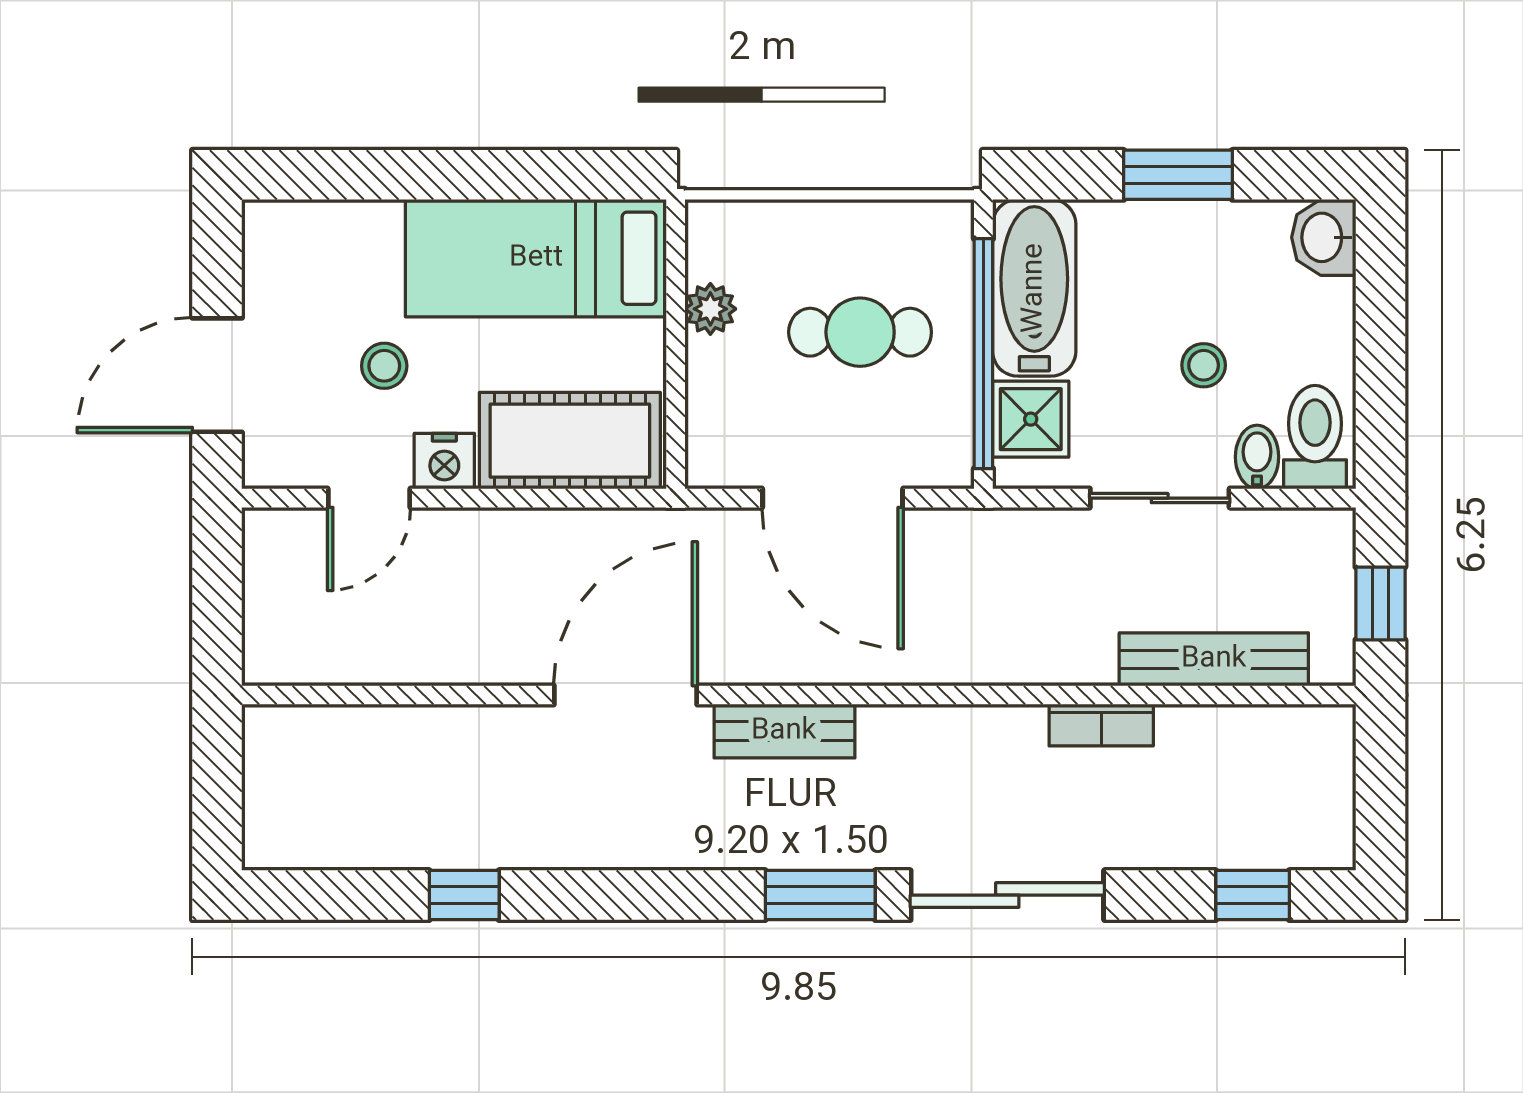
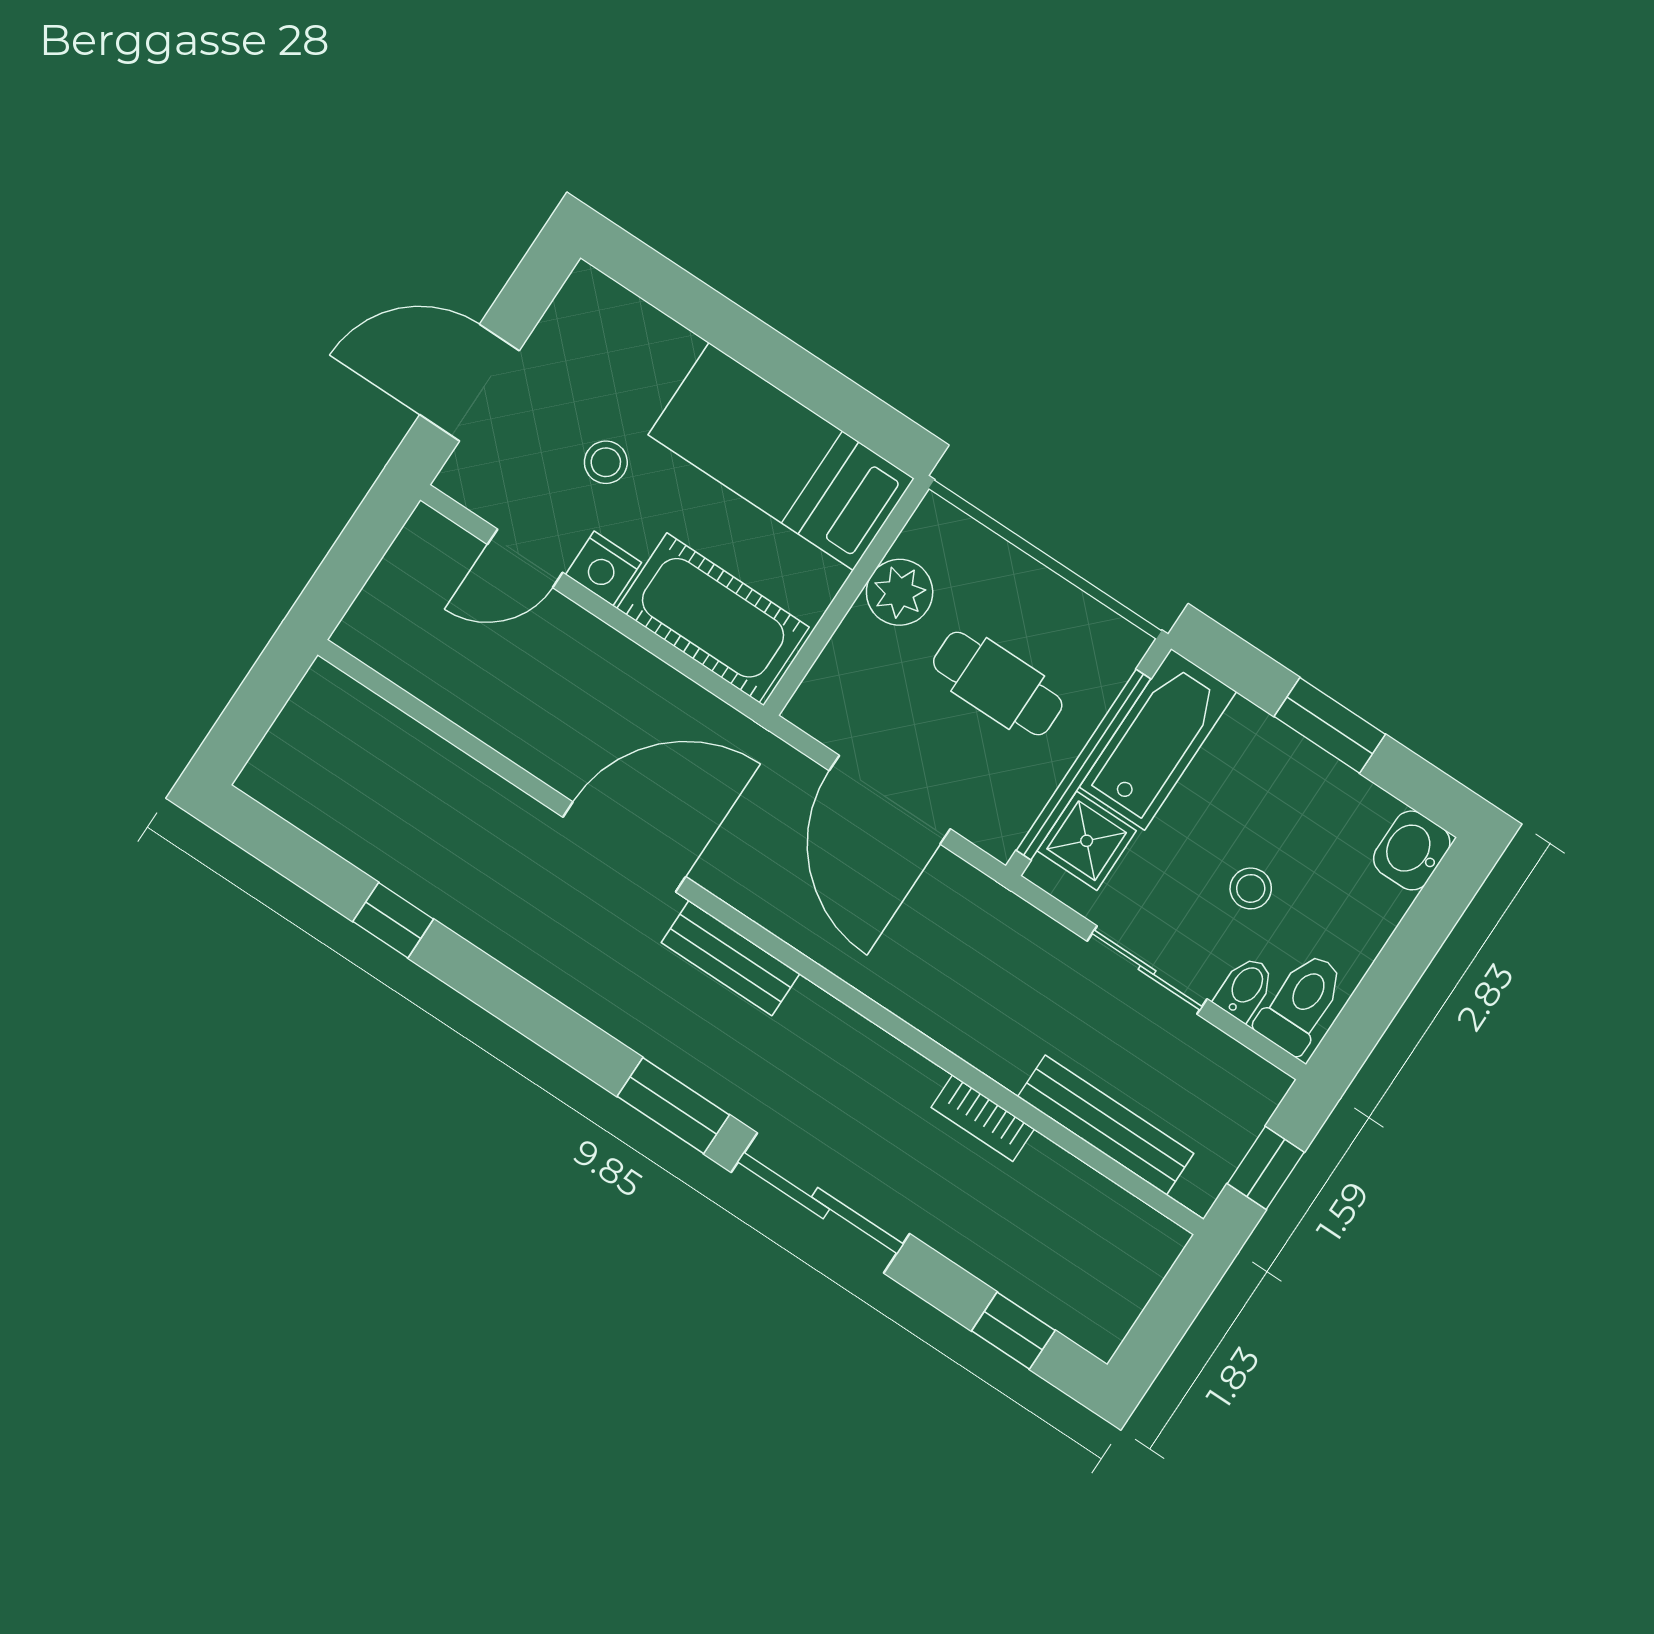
plant: (710, 309) -> (900, 592), width x1.38, depth x1.38

